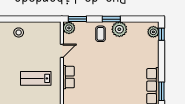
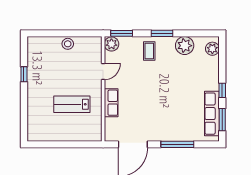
plant: (119, 29) -> (185, 46), moved
stool: (19, 32) -> (68, 44), moved
window: (162, 34) -> (222, 90), moved

